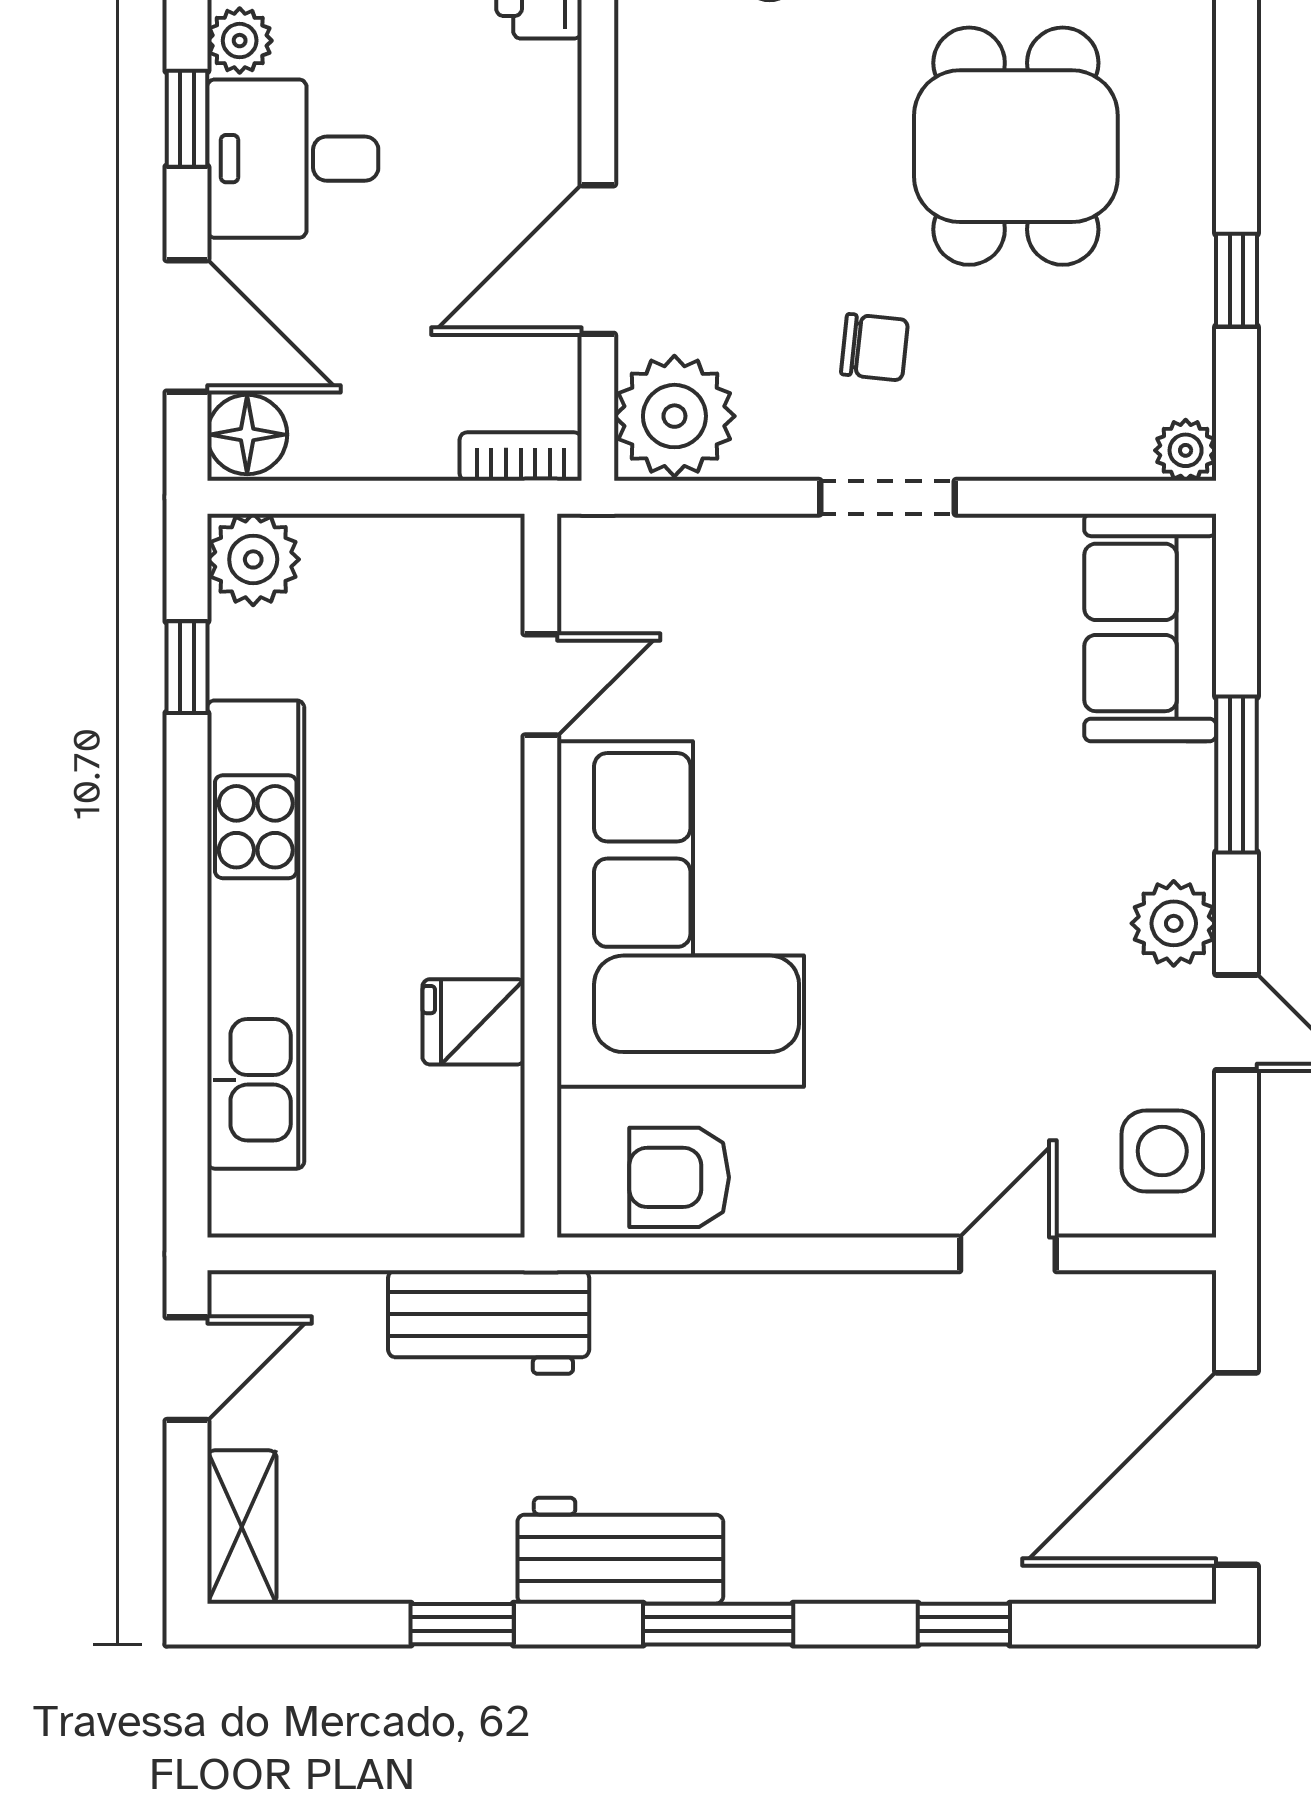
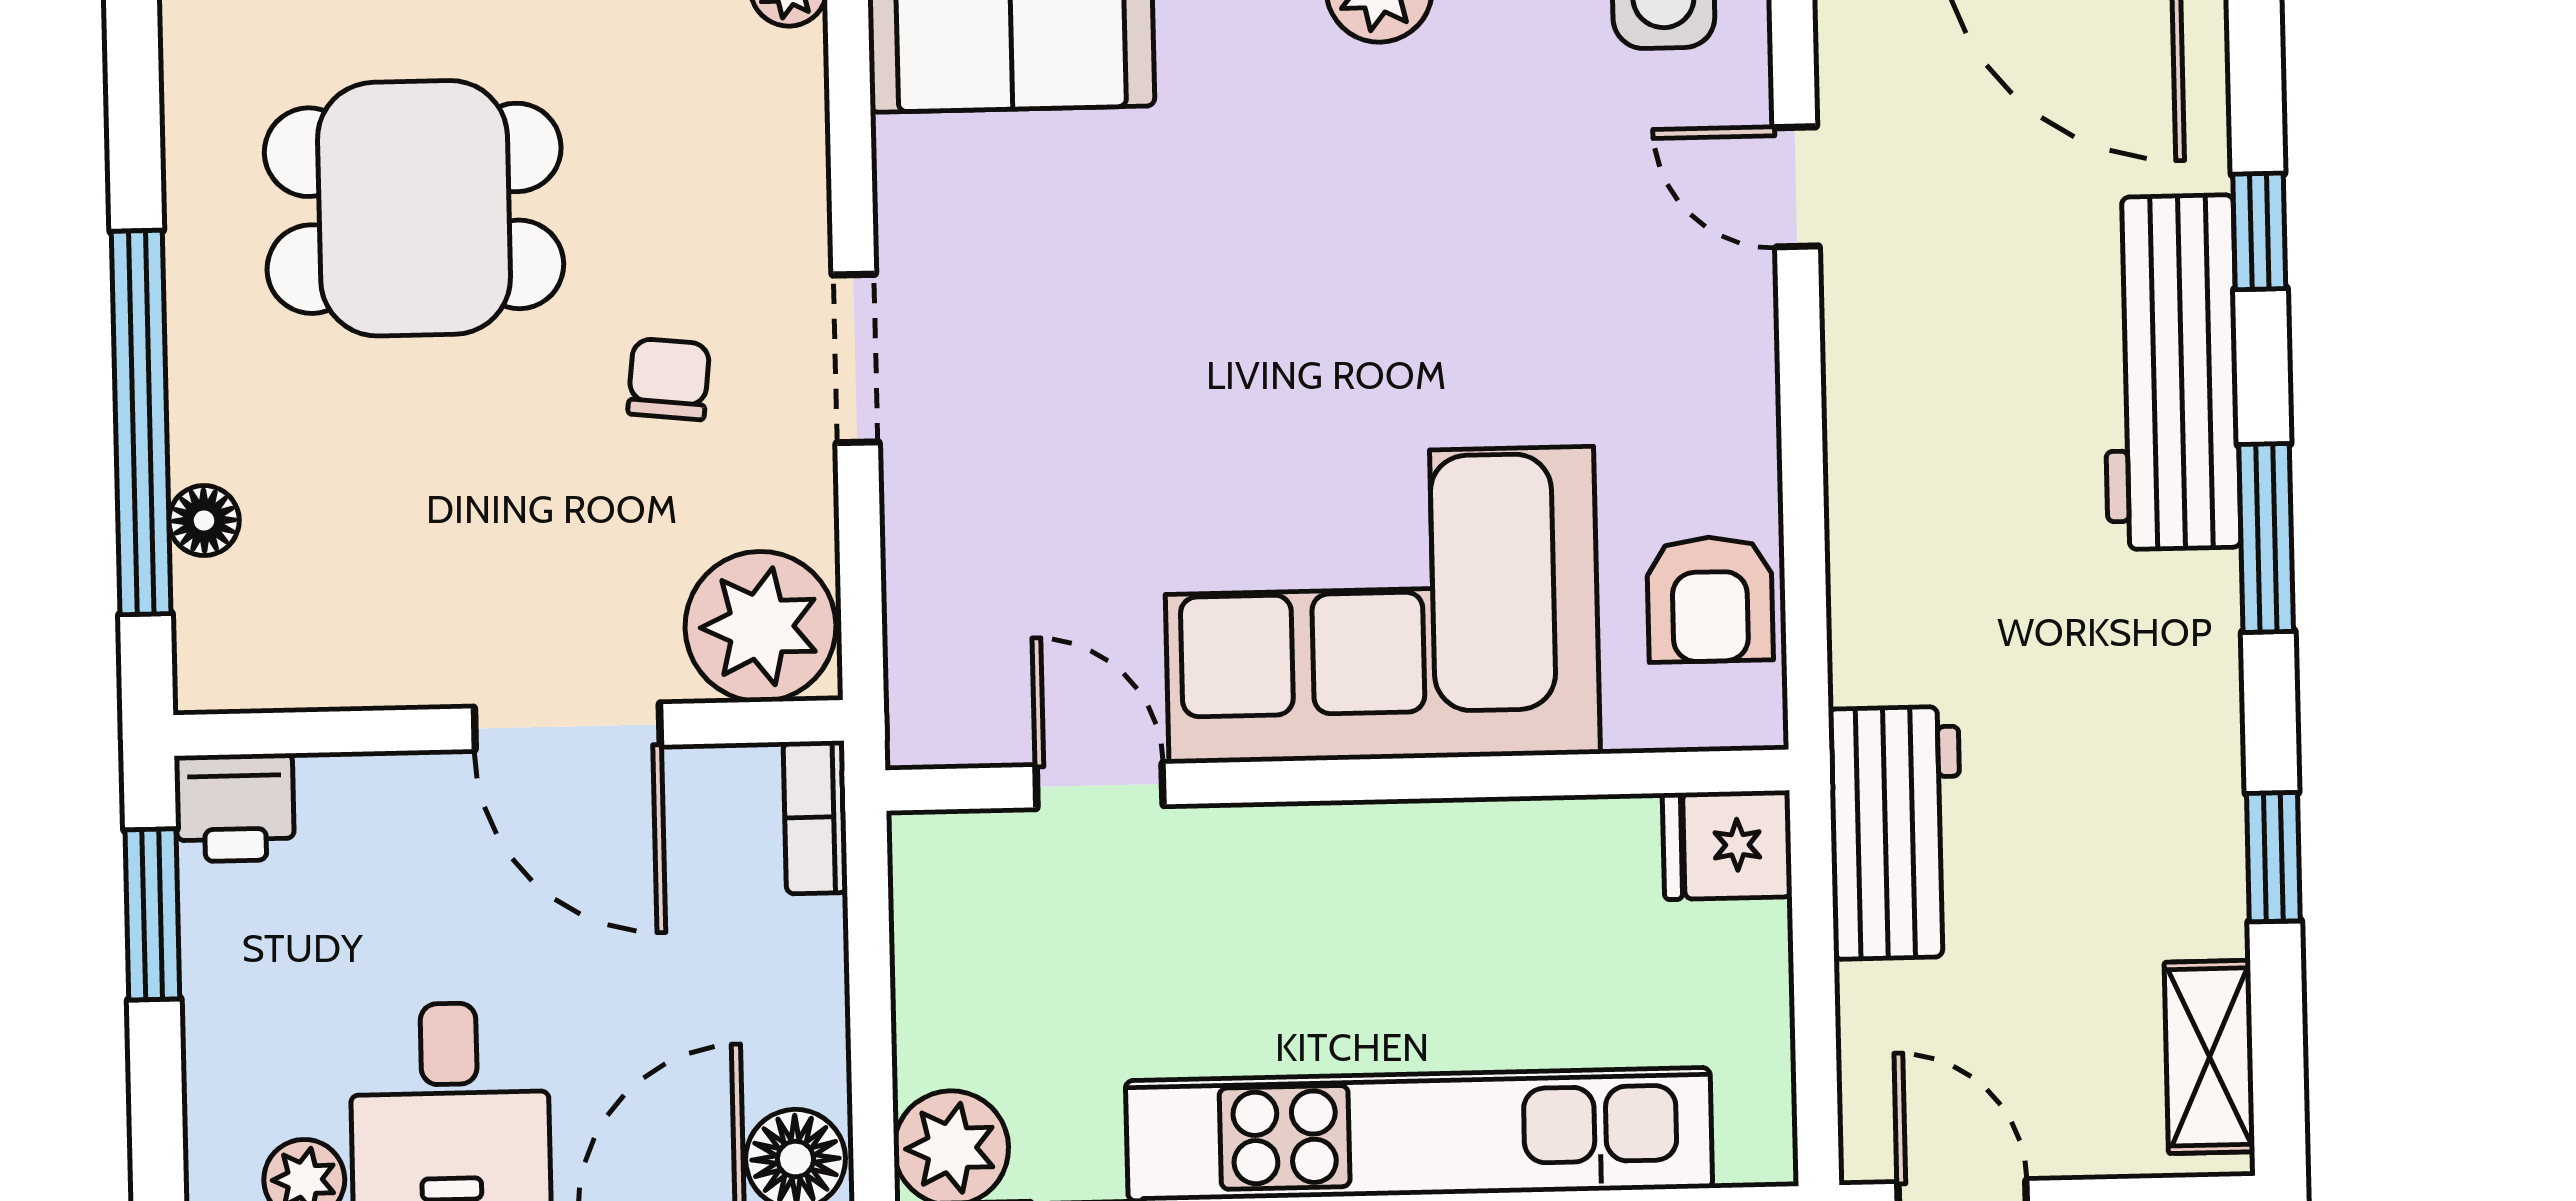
fridge: (474, 1022) -> (1727, 845), moved, turned 90
shelving: (242, 1527) -> (2209, 1057), moved, turned 90
workbench: (620, 1551) -> (2171, 372), moved, width x1.37

